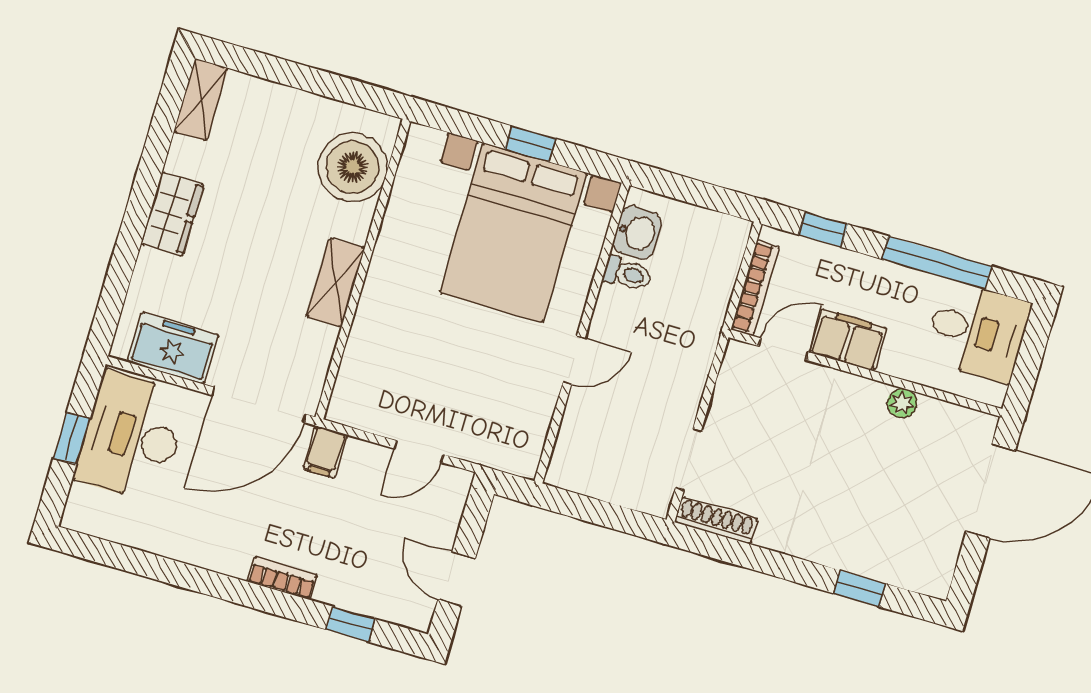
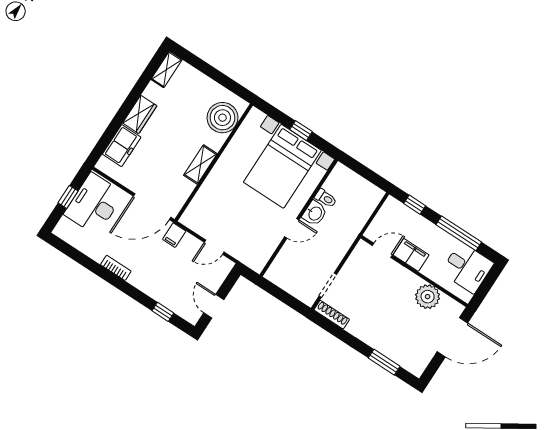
washbasin: (637, 233) -> (315, 213), moved
bookcase: (755, 288) -> (378, 221), removed
freezer: (173, 348) -> (122, 146), moved, turned 90
plant: (902, 403) -> (428, 297), width x1.87, depth x1.87
bookcase: (282, 578) -> (116, 268), moved
window: (860, 589) -> (384, 362), width x1.50

